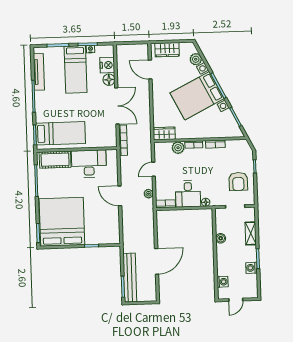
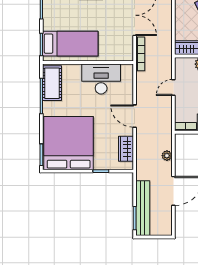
cot: (55, 160) -> (52, 83), moved, turned 90
plant: (149, 194) -> (167, 156), moved
wardrobe: (113, 225) -> (126, 149), added

